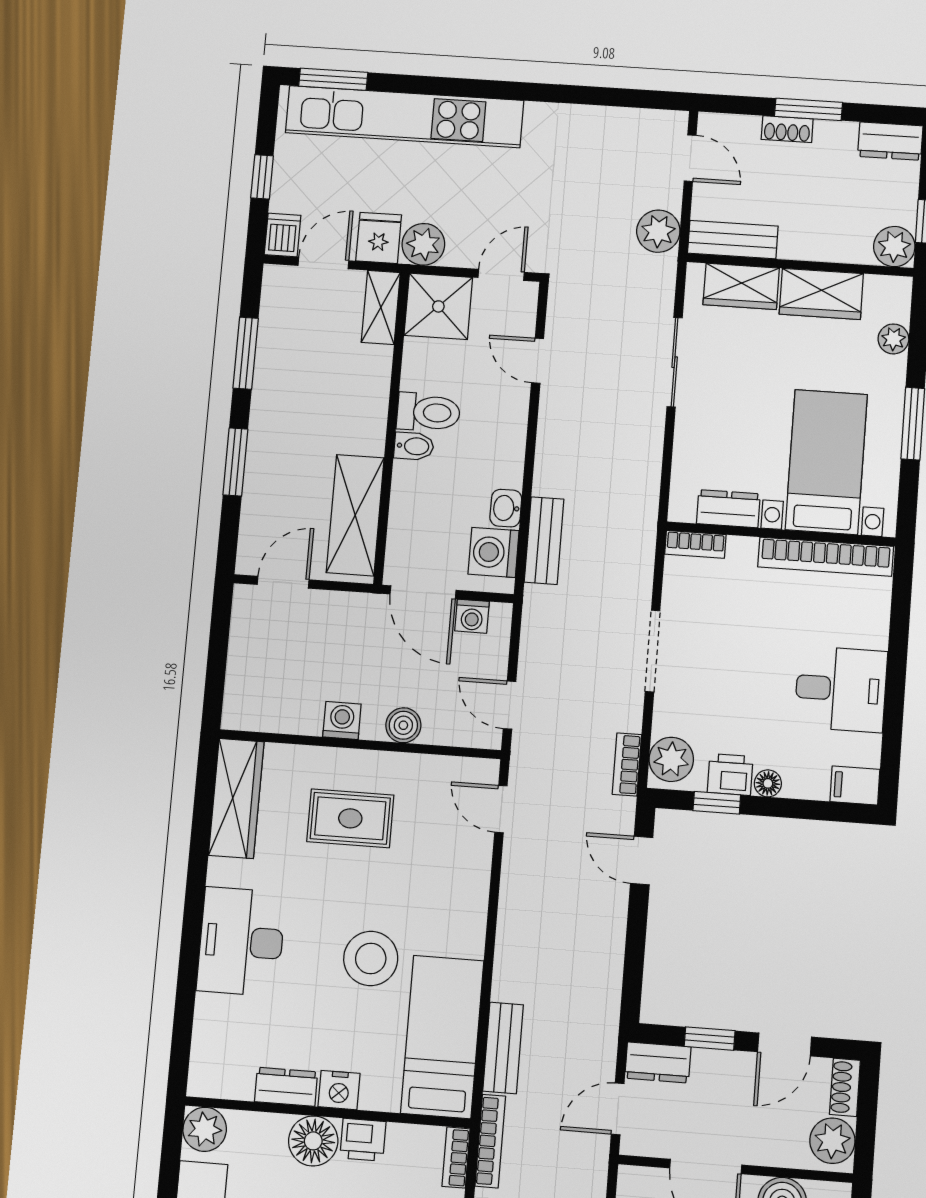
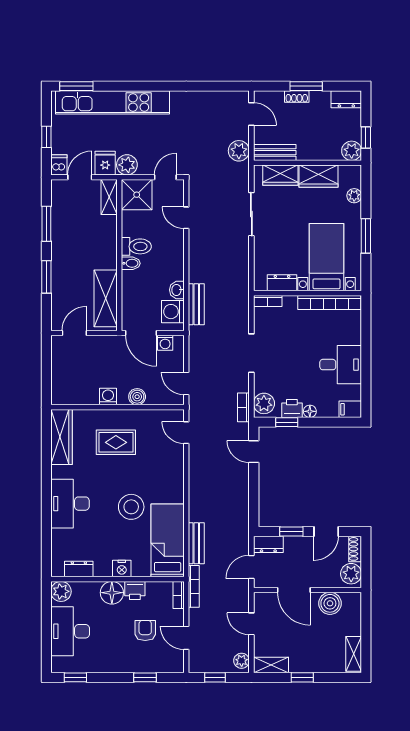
dresser: (286, 1087) -> (79, 569), moved

